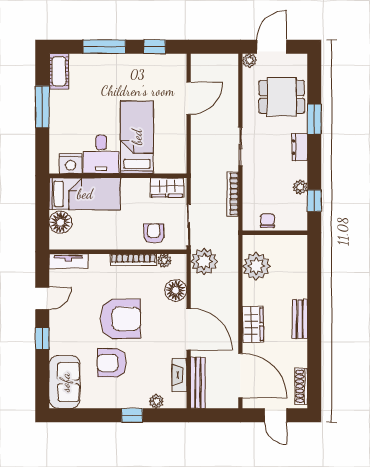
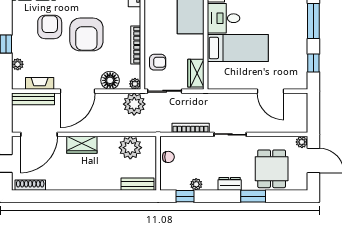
plant: (164, 261) -> (135, 84), moved
bench: (300, 319) -> (137, 184), moved

